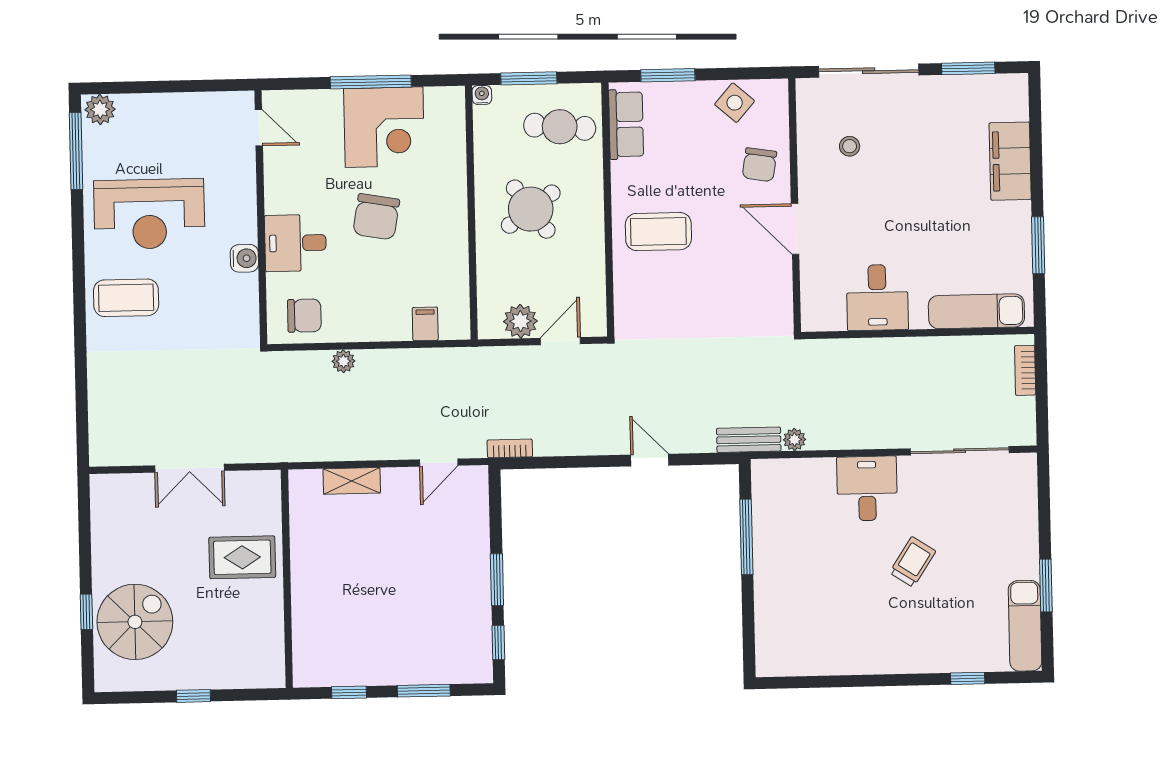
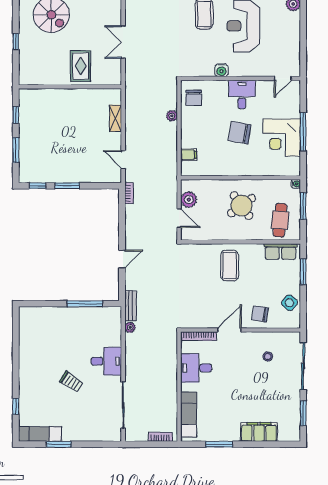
desk: (295, 243) -> (242, 94), moved
bookcase: (810, 294) -> (199, 336), added

